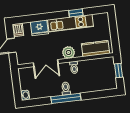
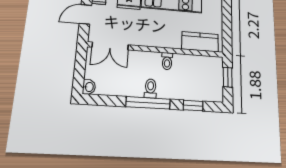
plant: (68, 52) -> (163, 39), removed
double door: (46, 63) -> (110, 46), moved
window: (97, 95) -> (193, 105), added

